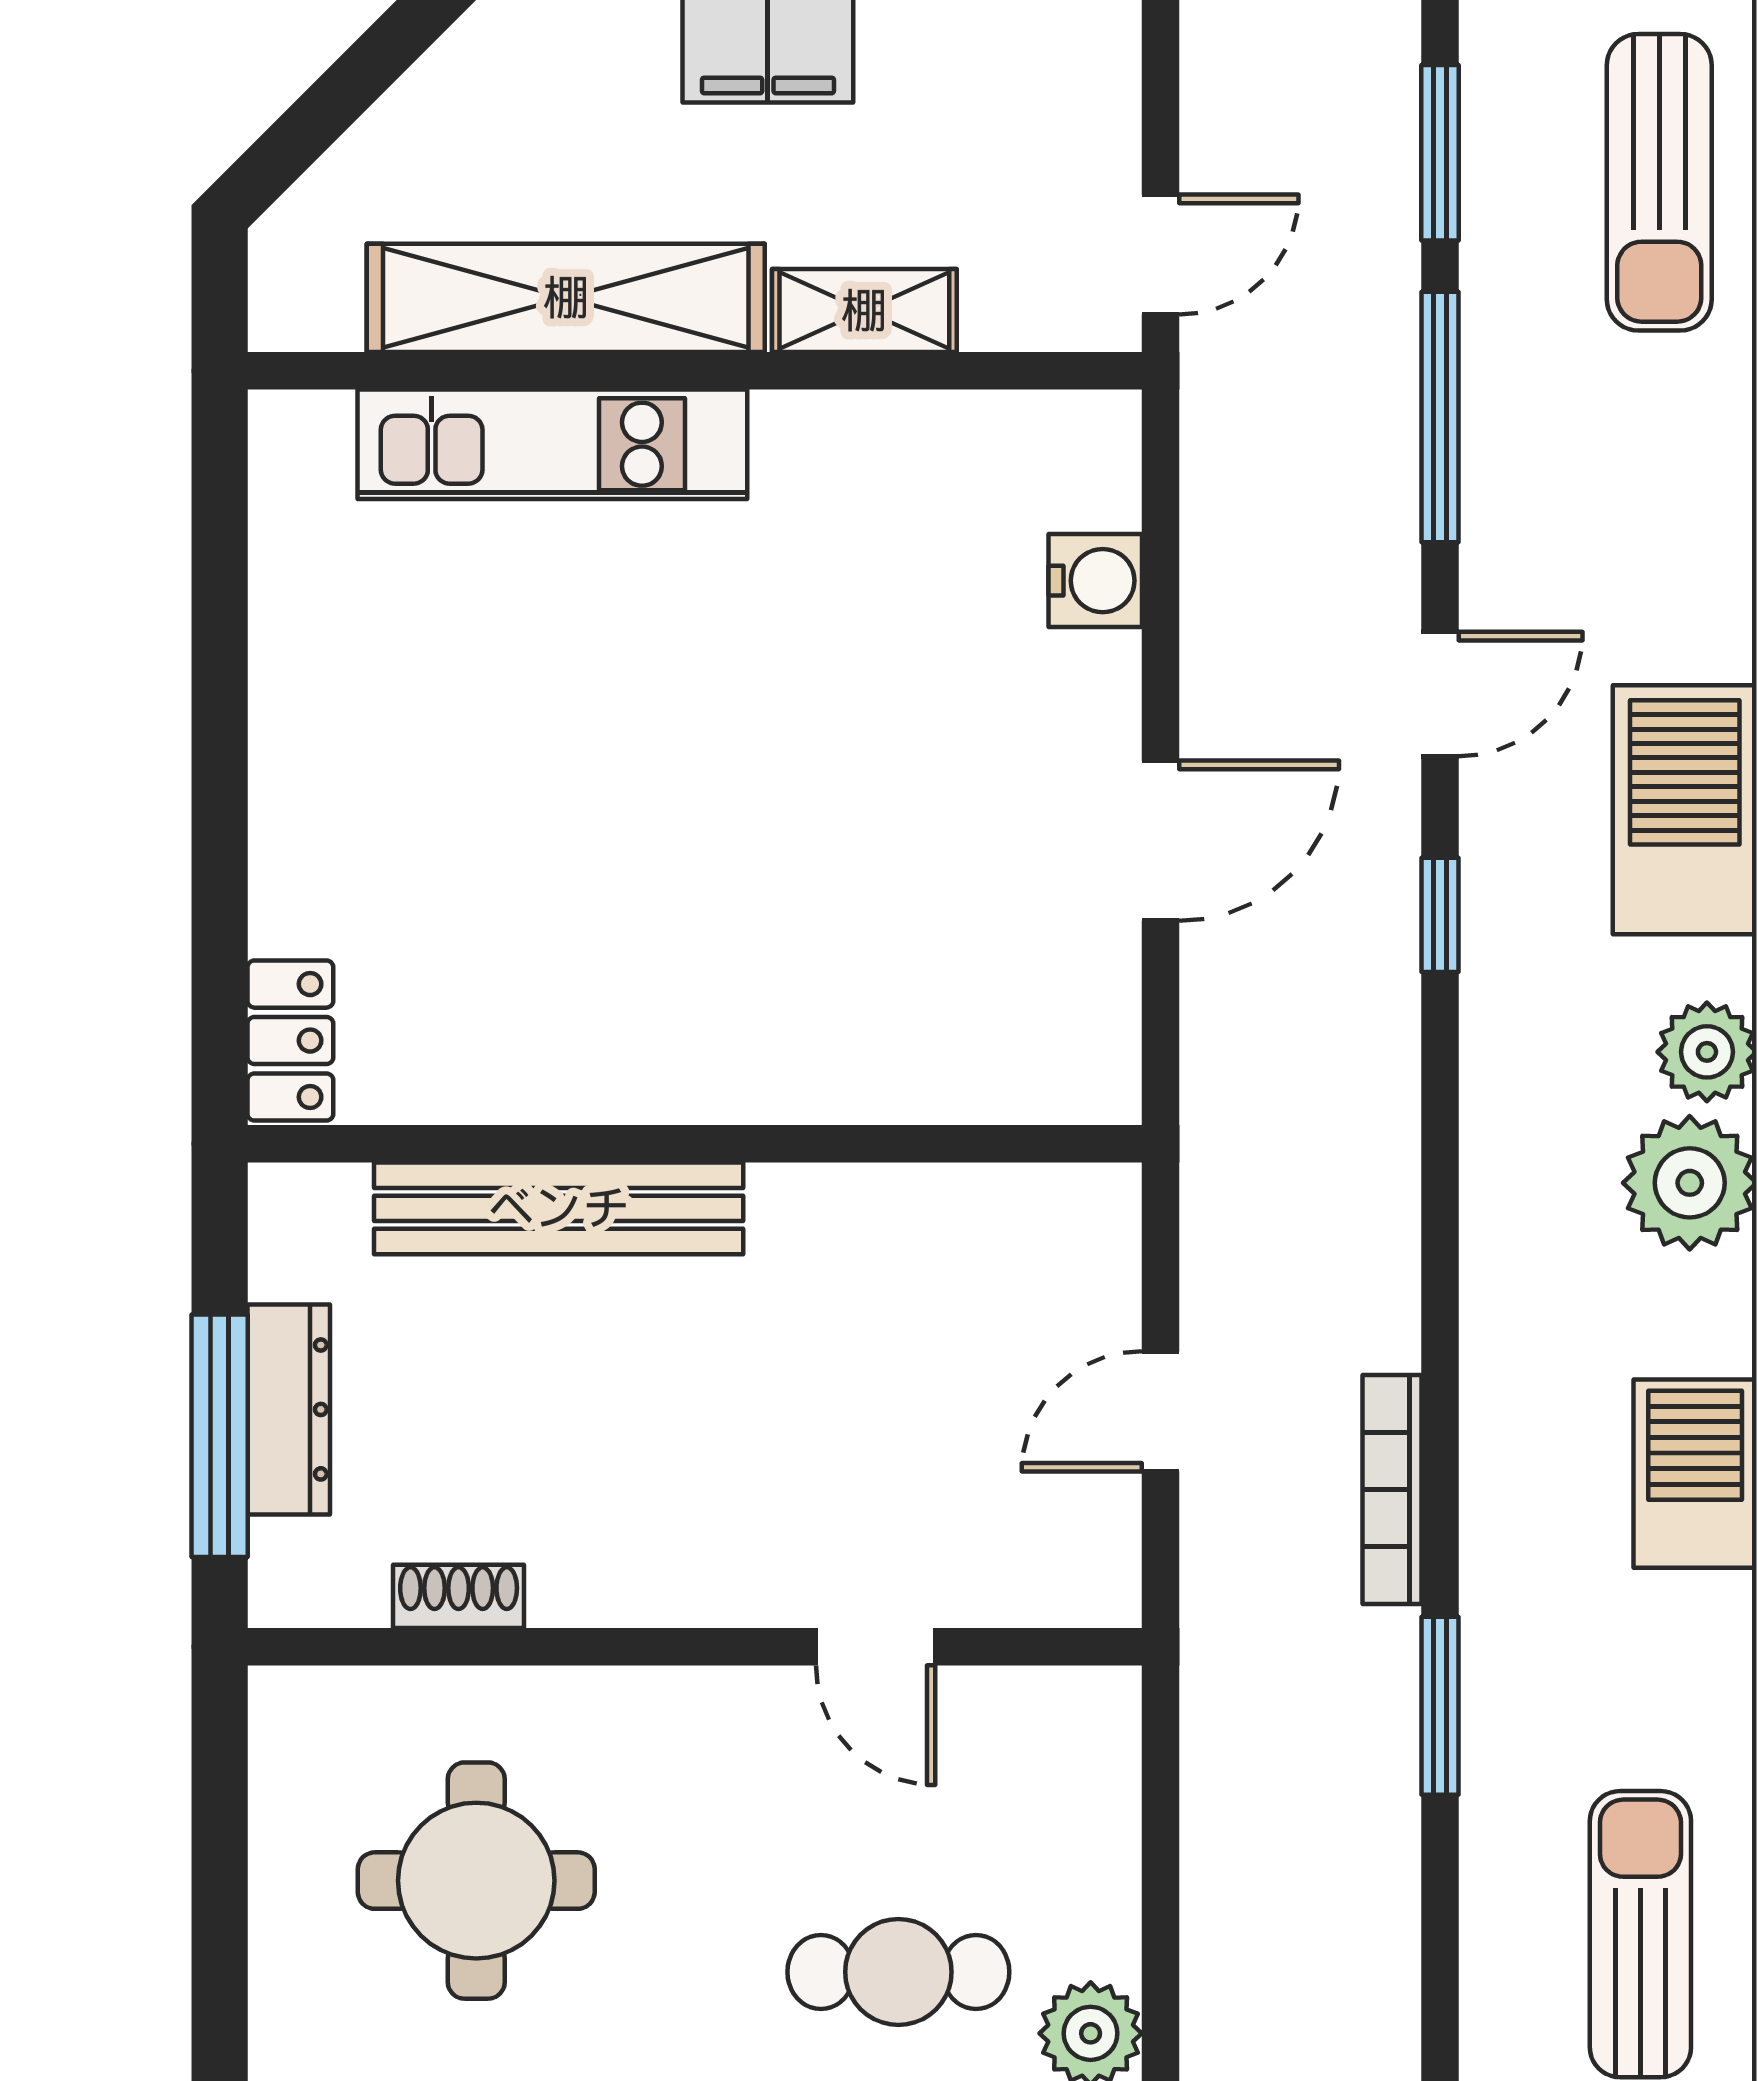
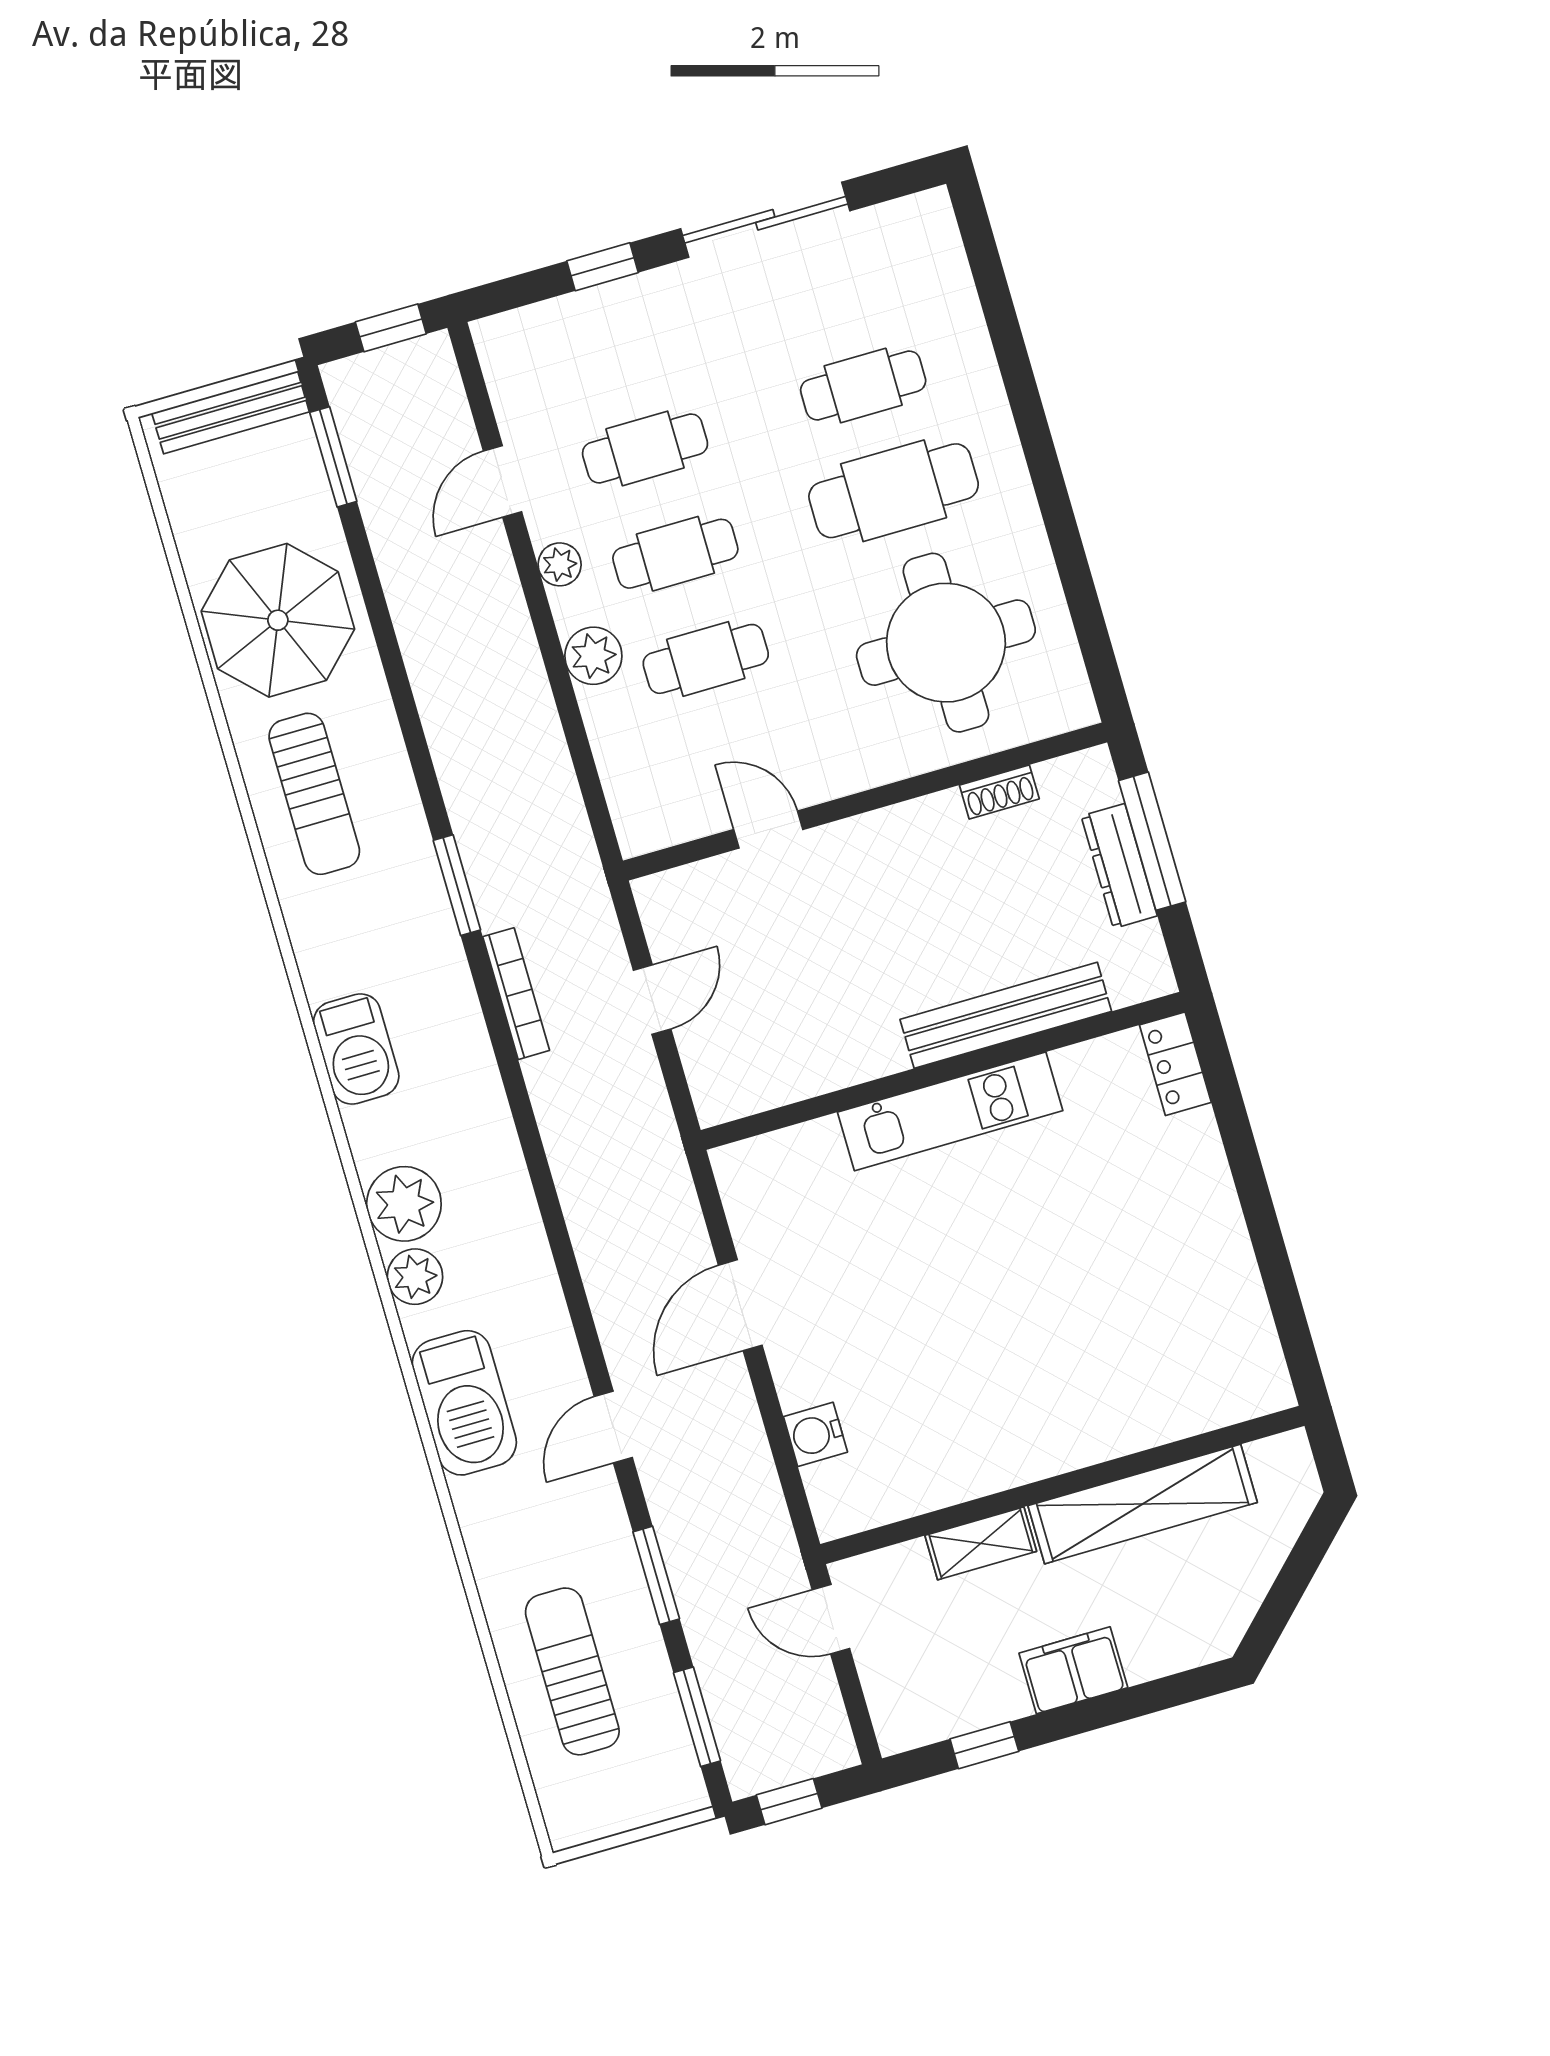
sun lounger: (1659, 182) -> (572, 1671), moved
door: (1160, 255) -> (831, 1619), hinge flipped
window: (1440, 417) -> (656, 1575), width x0.69
kitchen unit: (552, 444) -> (950, 1111), moved, turned 180
window: (1440, 915) -> (579, 1309), removed
round table: (476, 1881) -> (946, 643), width x1.36, depth x1.36

